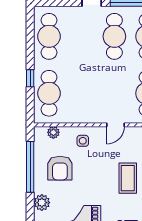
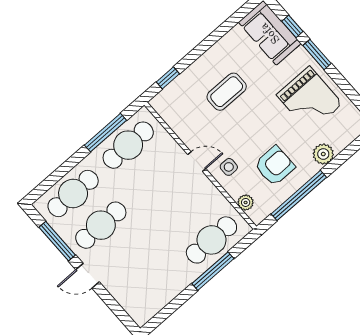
cafe table: (49, 36) -> (156, 288), removed
window: (30, 78) -> (213, 271), width x2.17
door: (115, 125) -> (197, 162), moved

